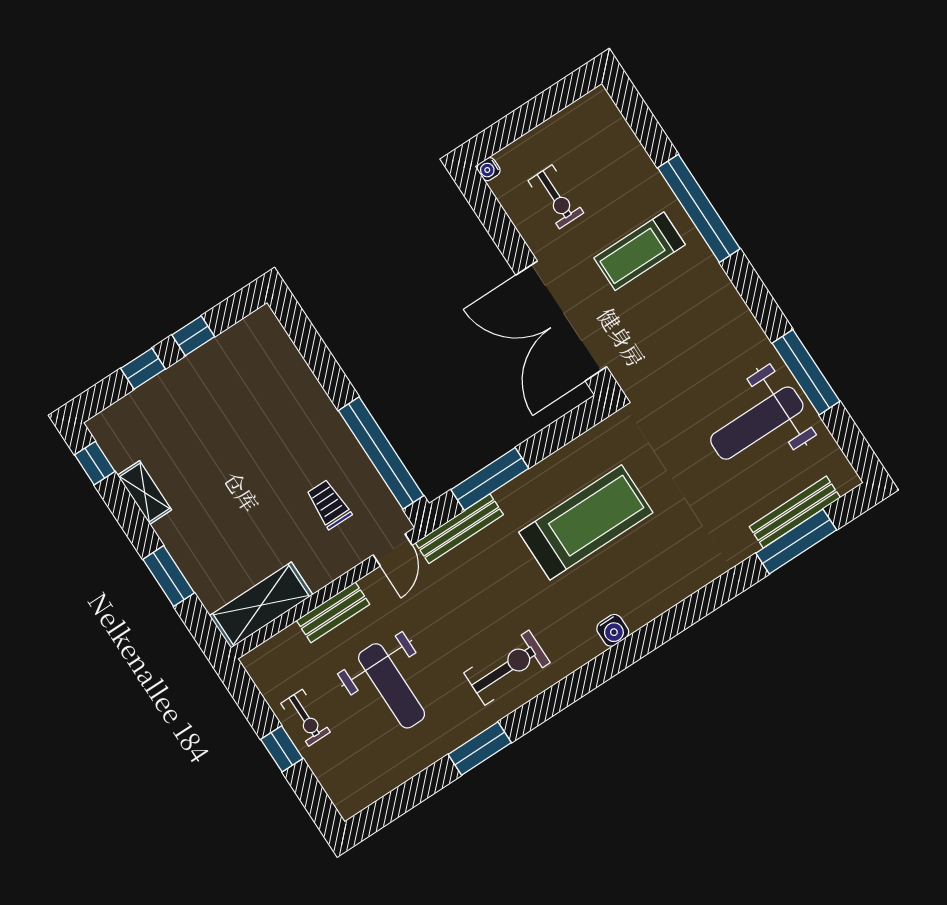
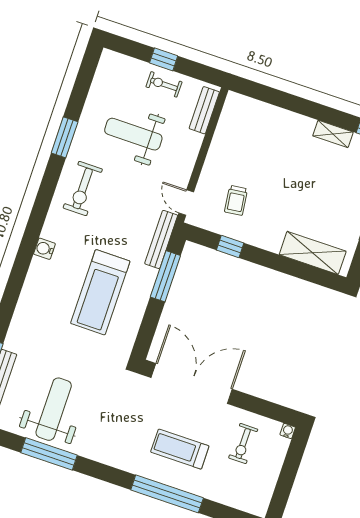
exercise bike: (556, 197) -> (243, 444), turned -90
treadmill: (640, 251) -> (180, 449), turned -90
window: (381, 453) -> (230, 246), width x0.32
trolley: (329, 504) -> (236, 200), turned 83
window: (169, 576) -> (288, 102), removed
shelving: (261, 605) -> (313, 253), moved, turned 90
bench: (333, 612) -> (204, 110), moved

